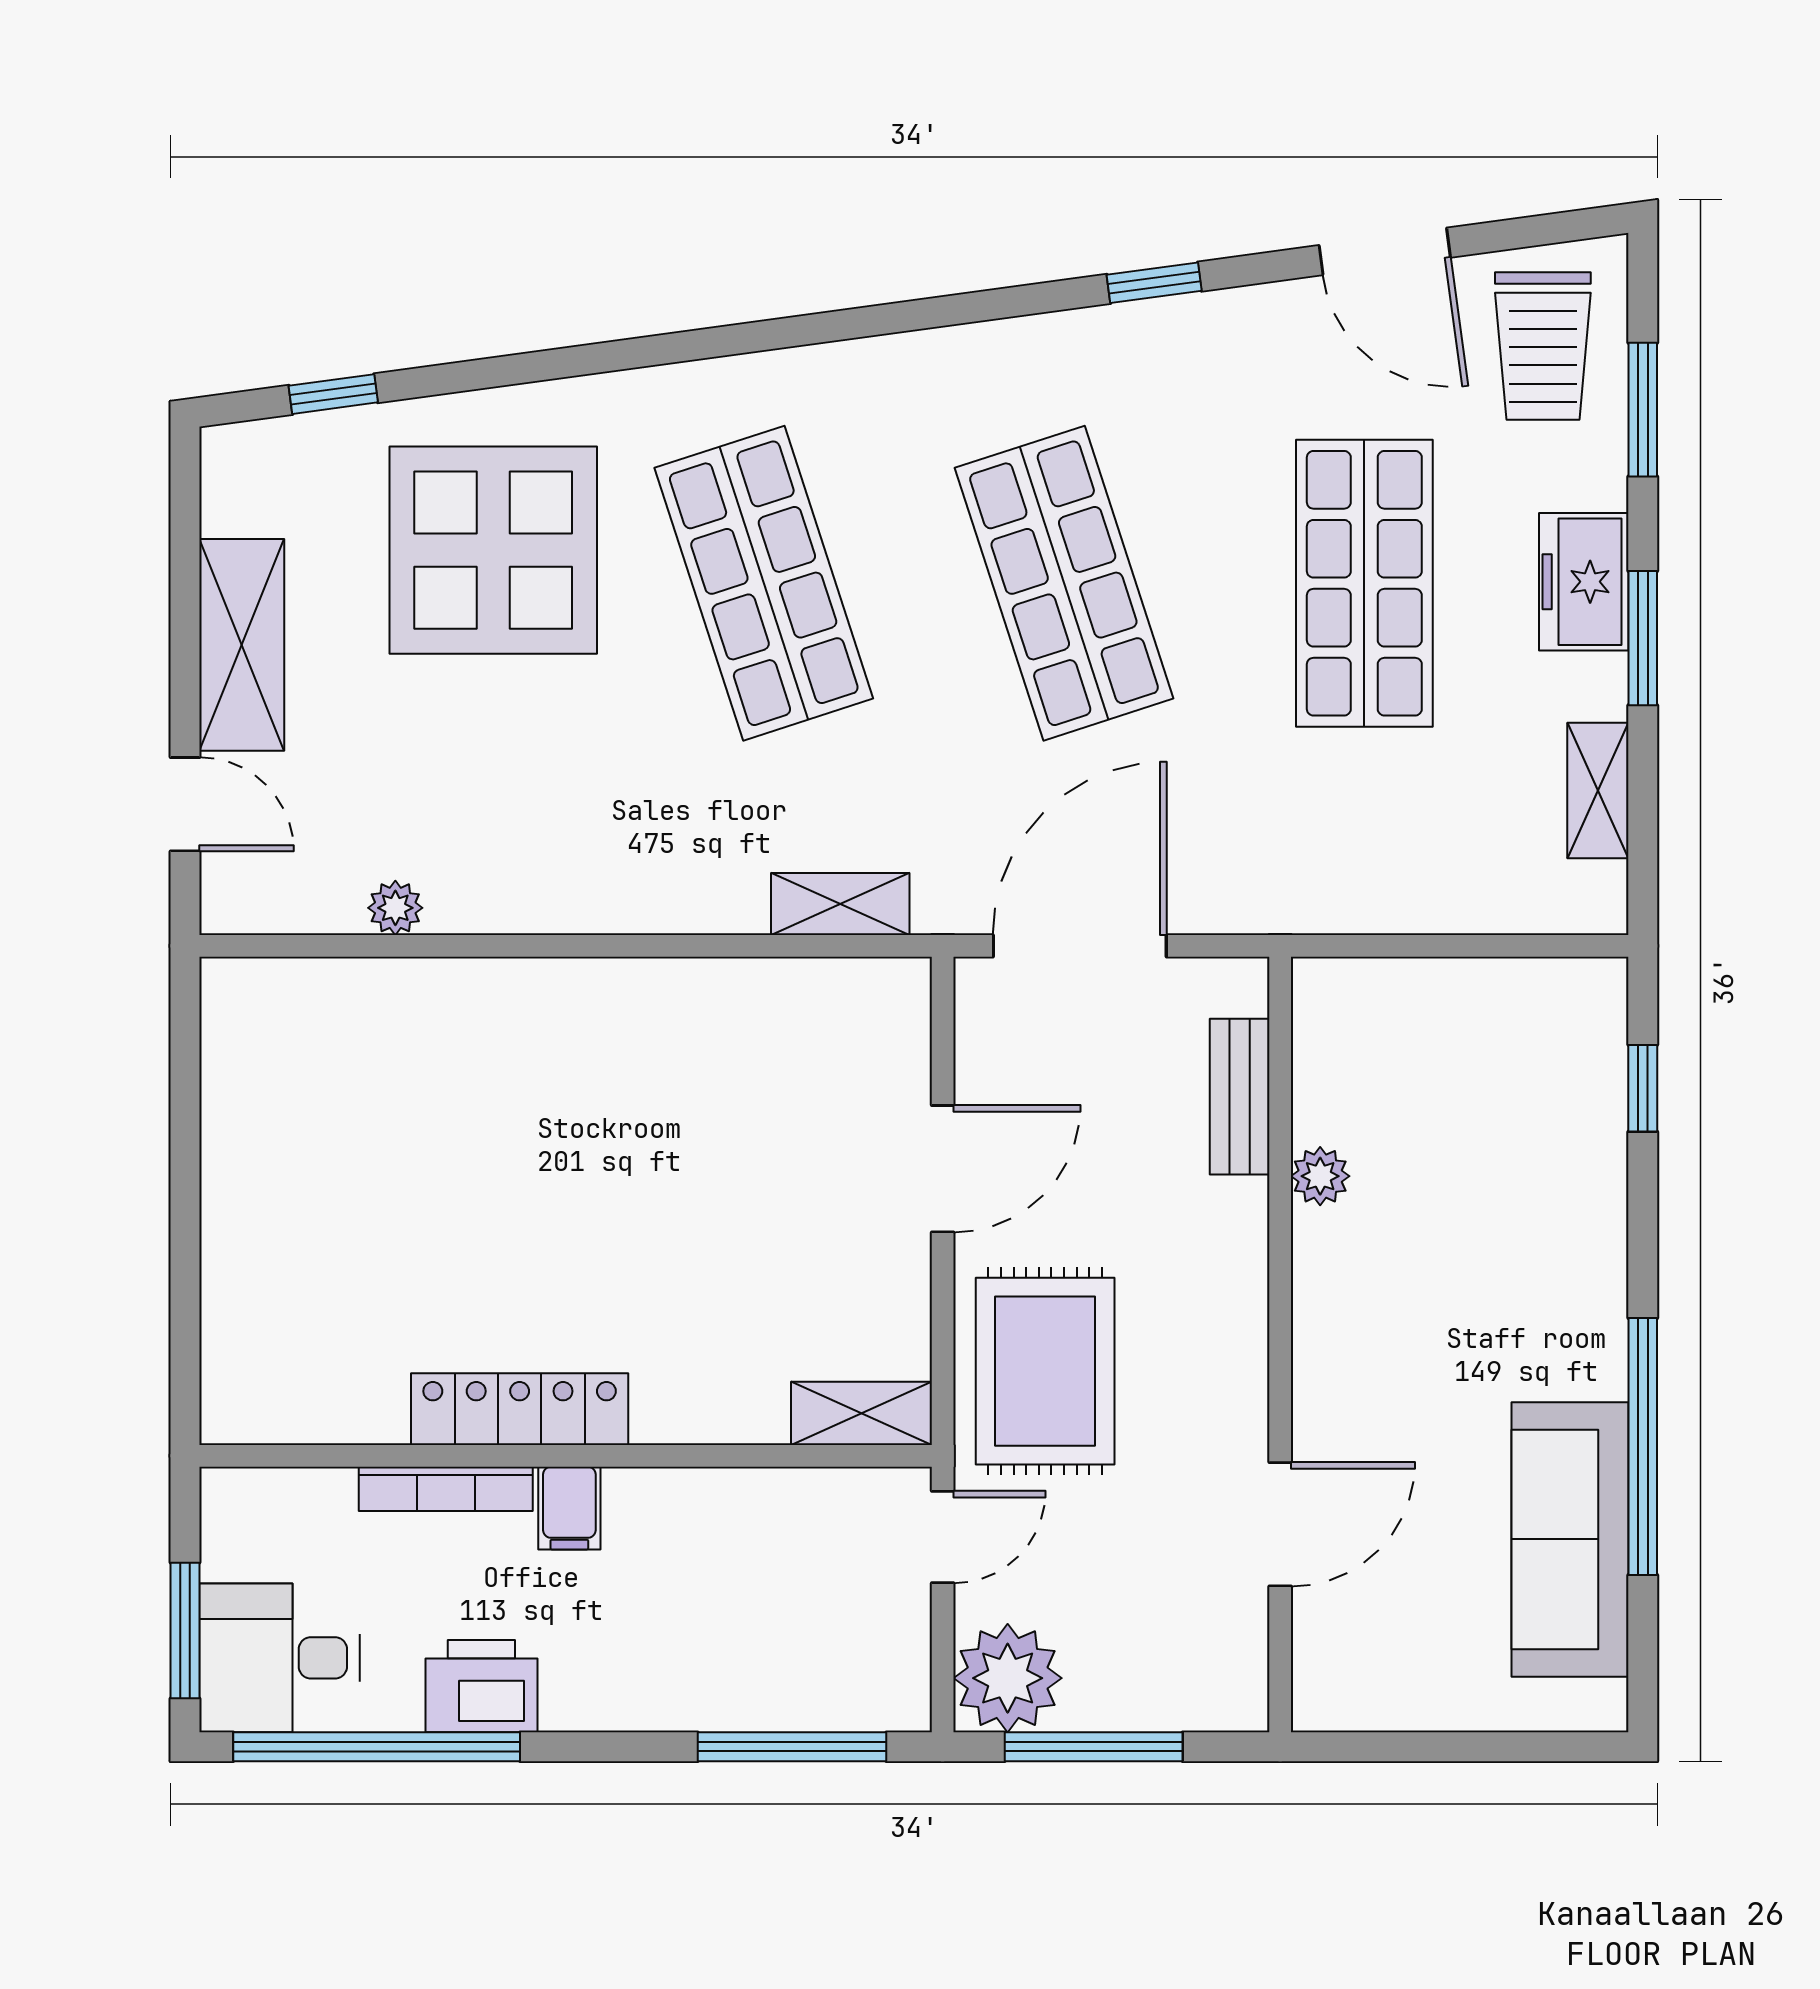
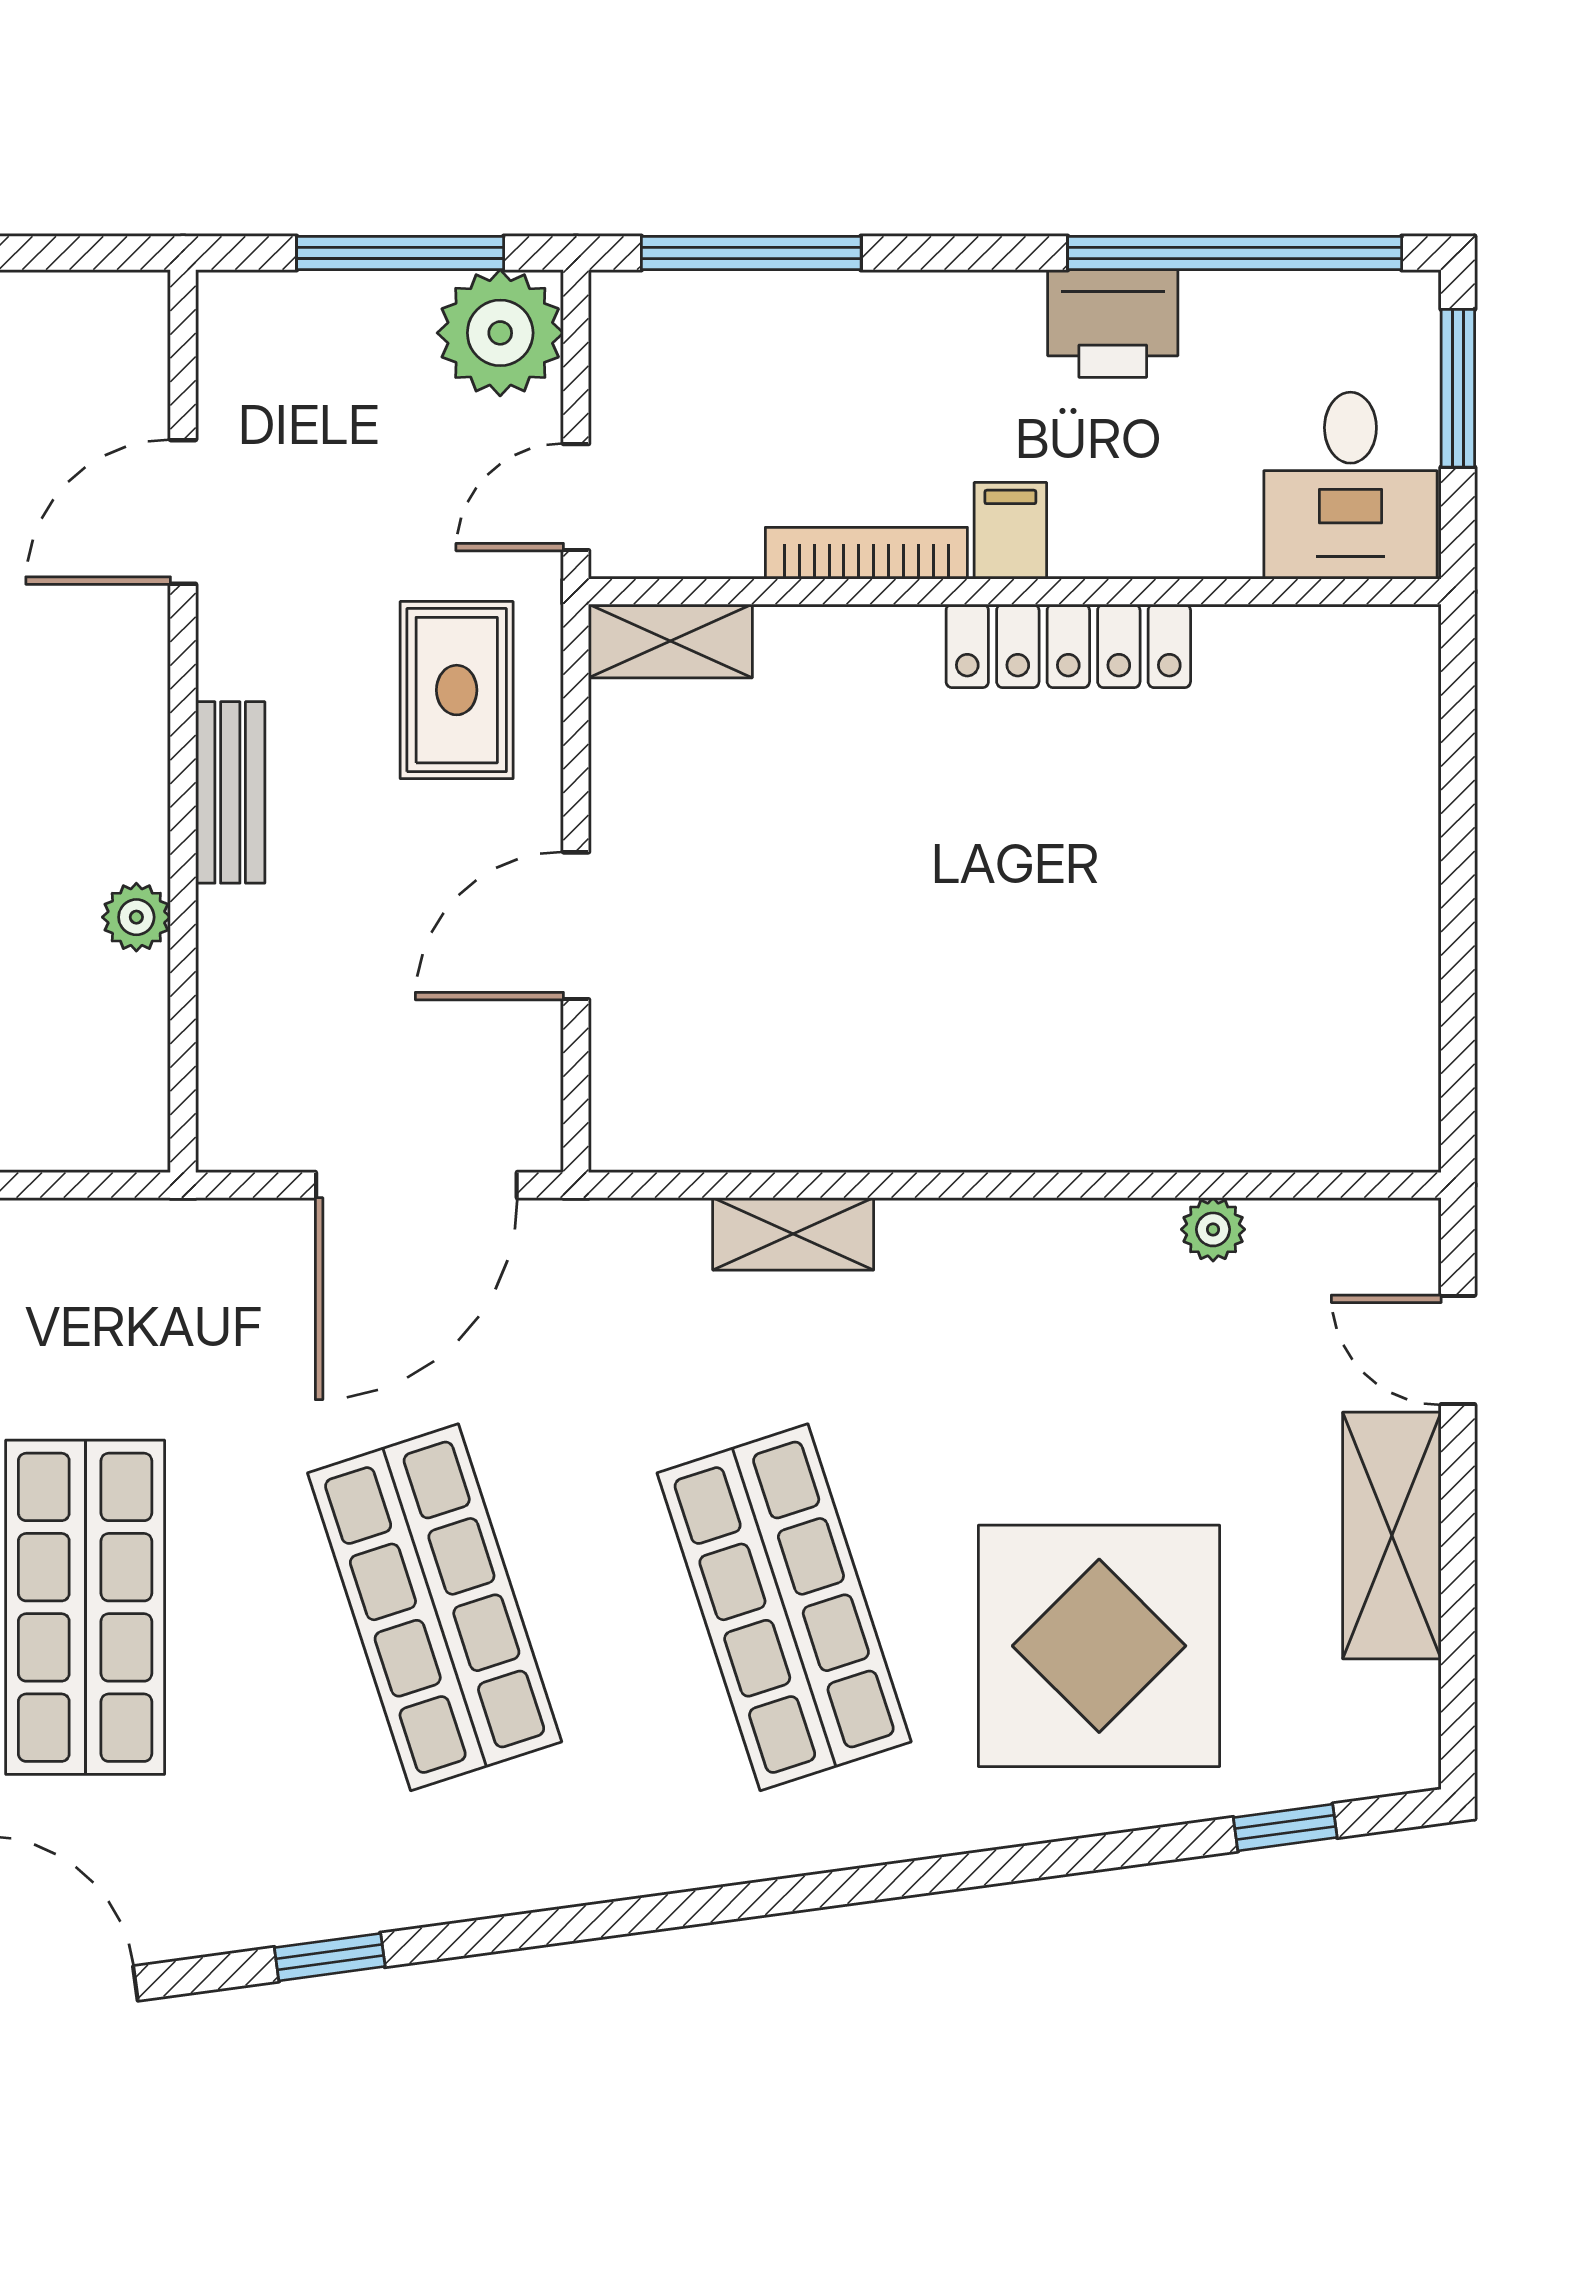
shelving: (840, 904) -> (793, 1234), moved
bench: (1240, 1097) -> (230, 792), moved
rug: (1045, 1371) -> (457, 690), width x0.73, depth x0.70
bookcase: (446, 1489) -> (866, 553), moved
desk: (280, 1658) -> (1350, 486), moved, turned 90

